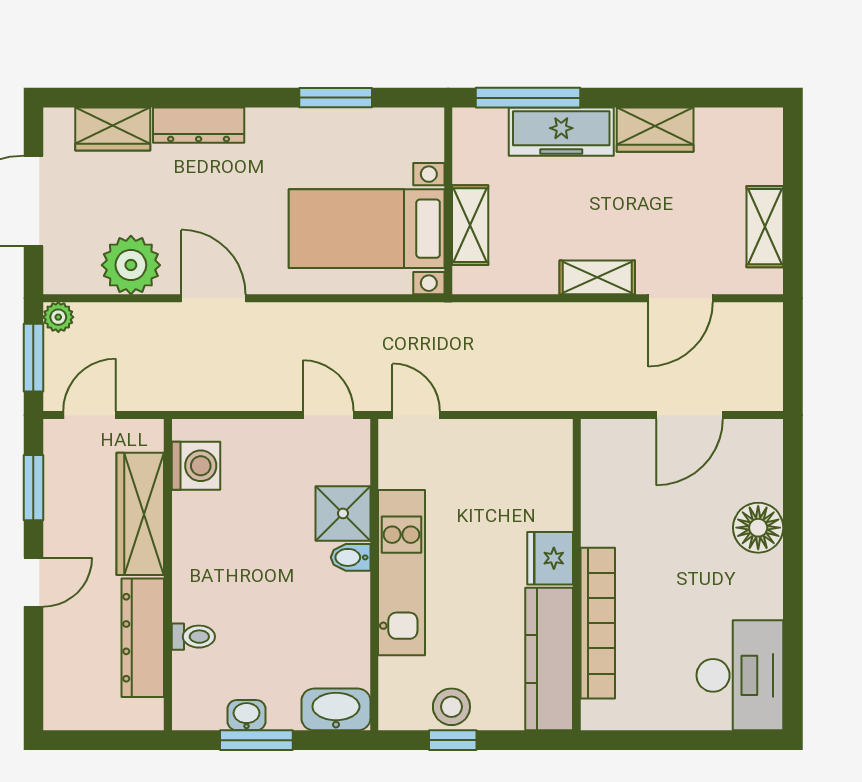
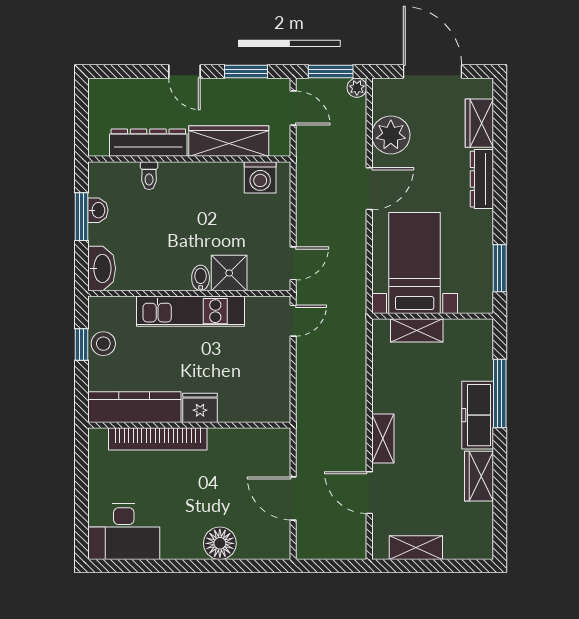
wall: (448, 201) -> (433, 316), moved
shelving: (470, 225) -> (417, 330), moved
bed with nightstands: (367, 229) -> (415, 263), moved

